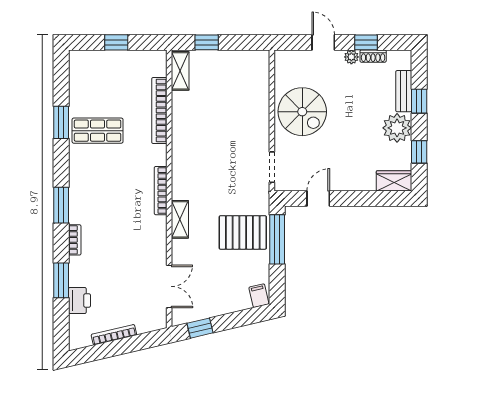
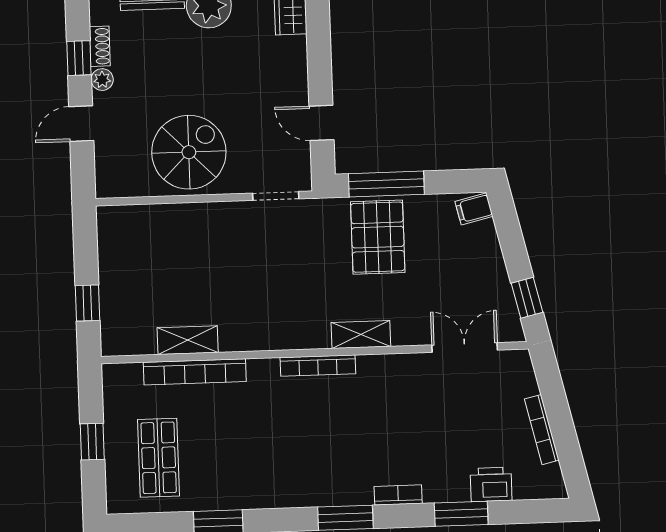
shelving: (180, 71) -> (188, 340), moved
shop shelf: (98, 131) -> (159, 458), moved

